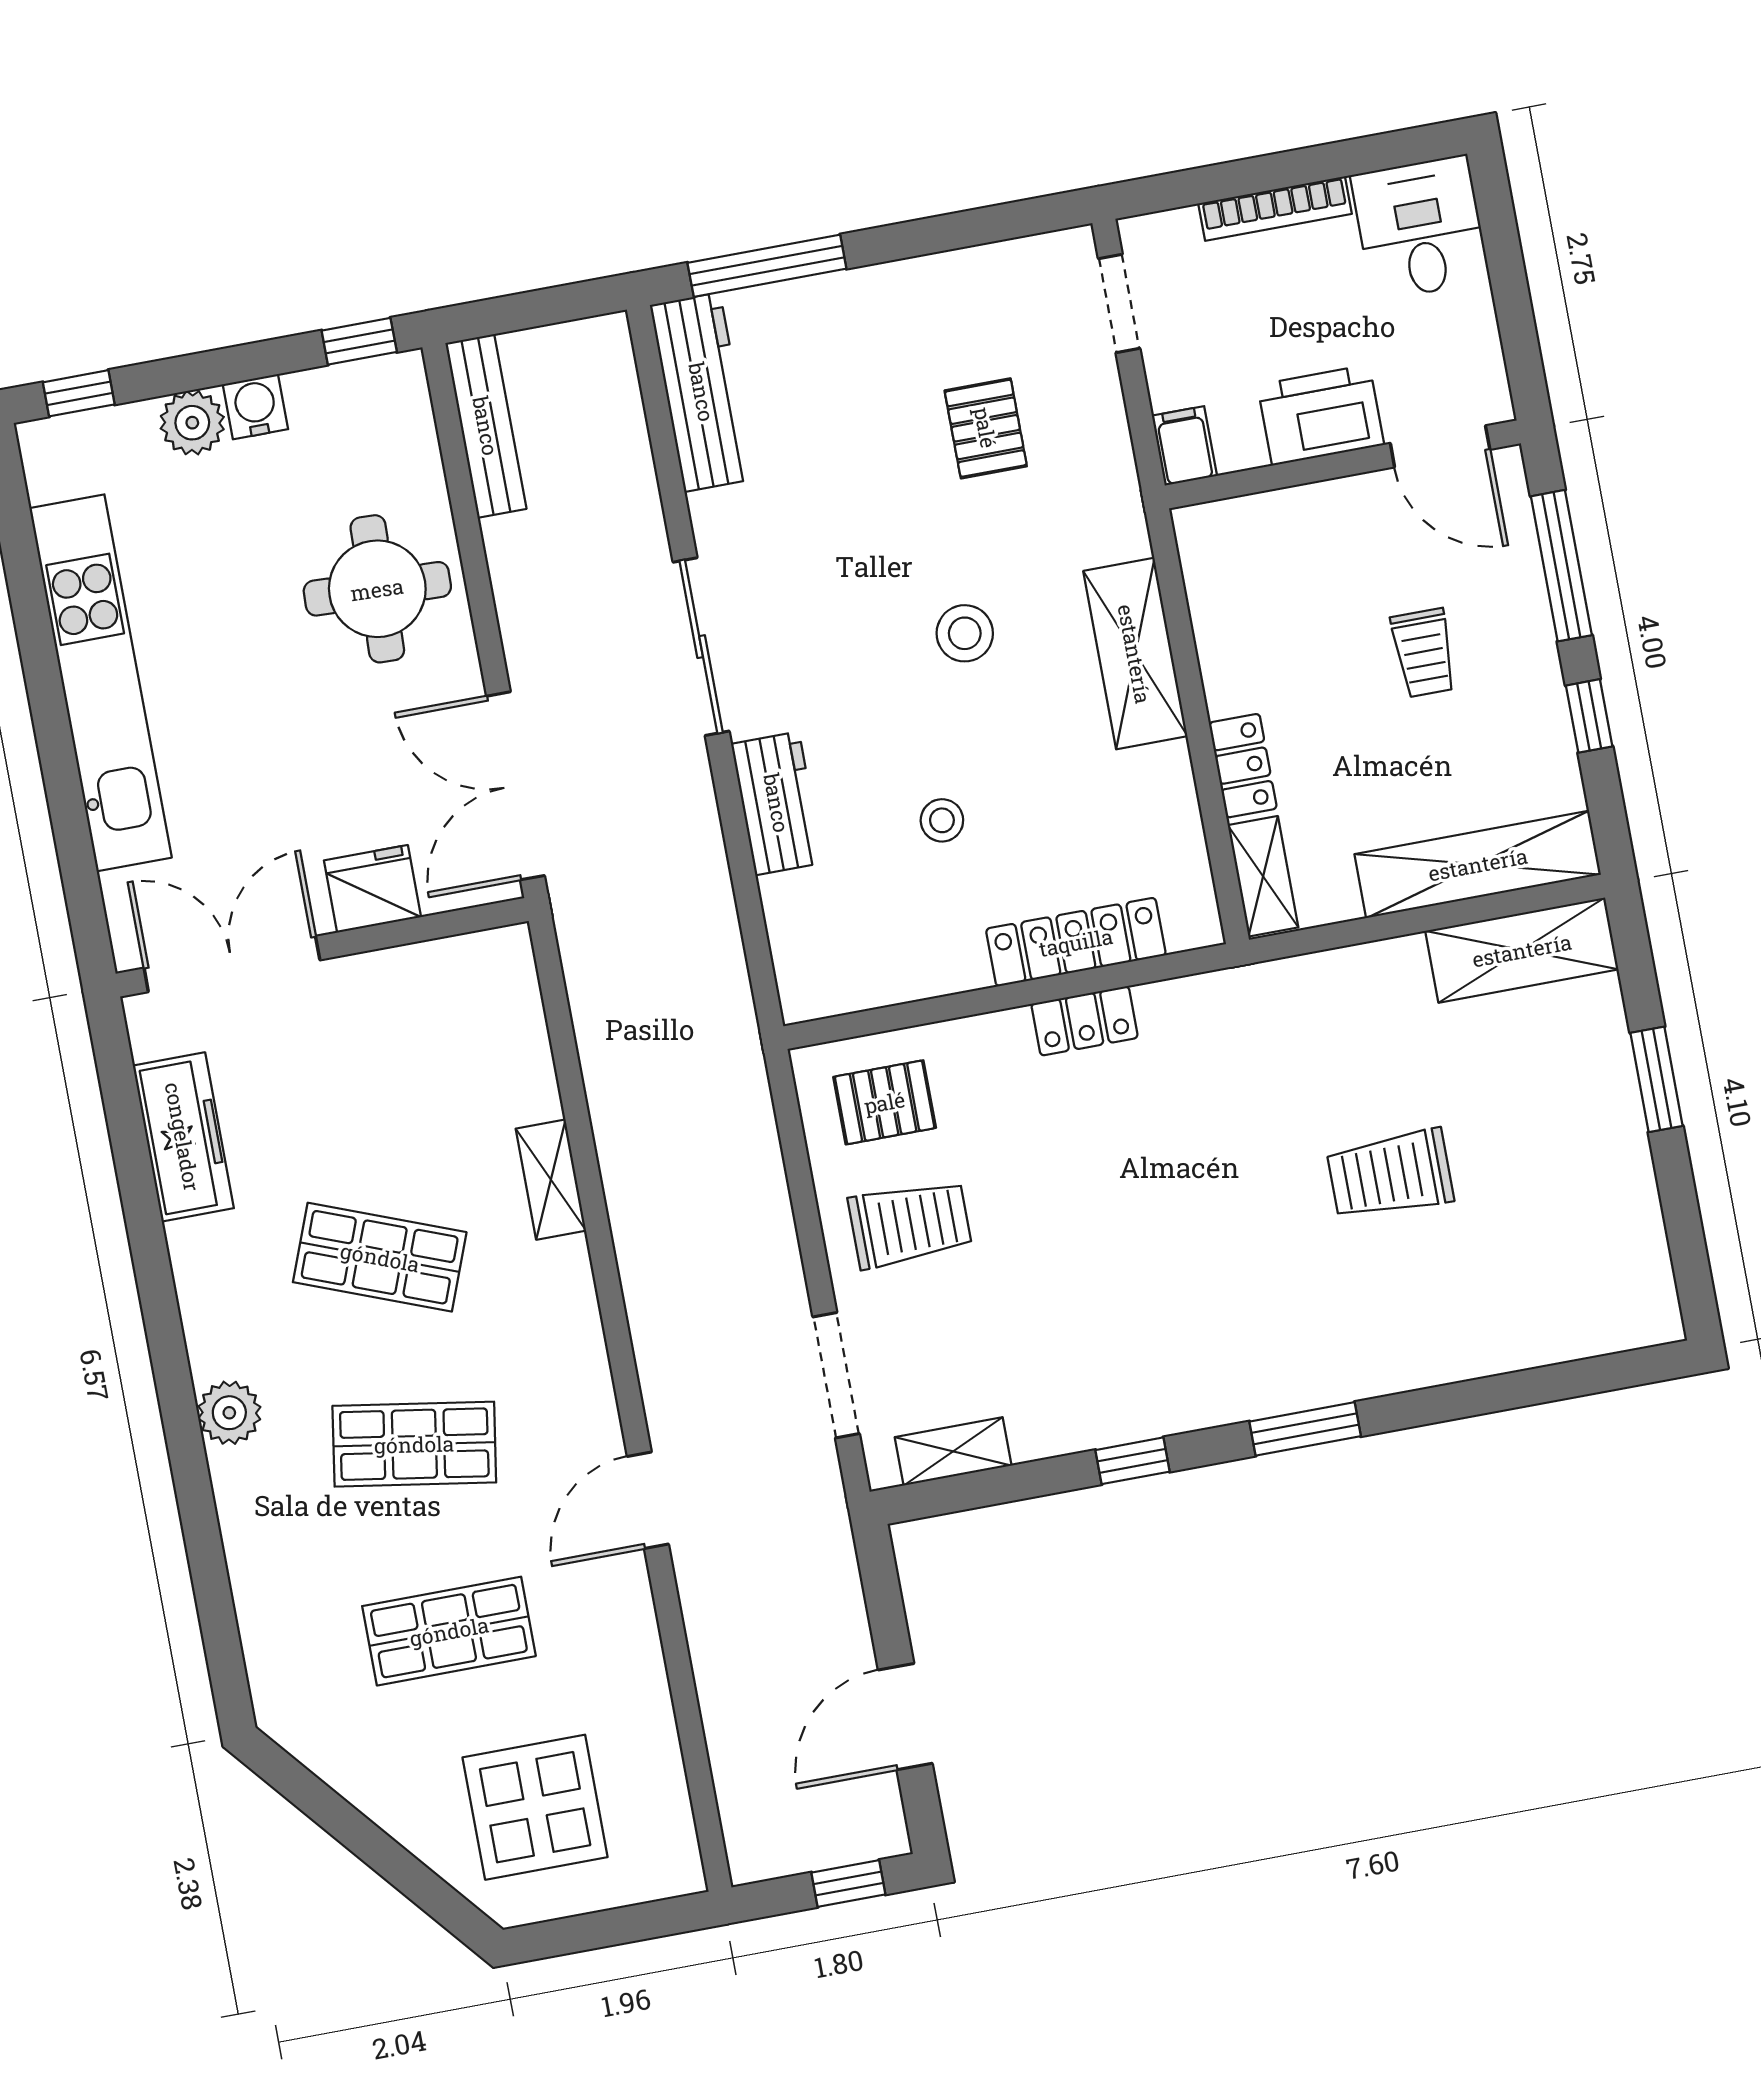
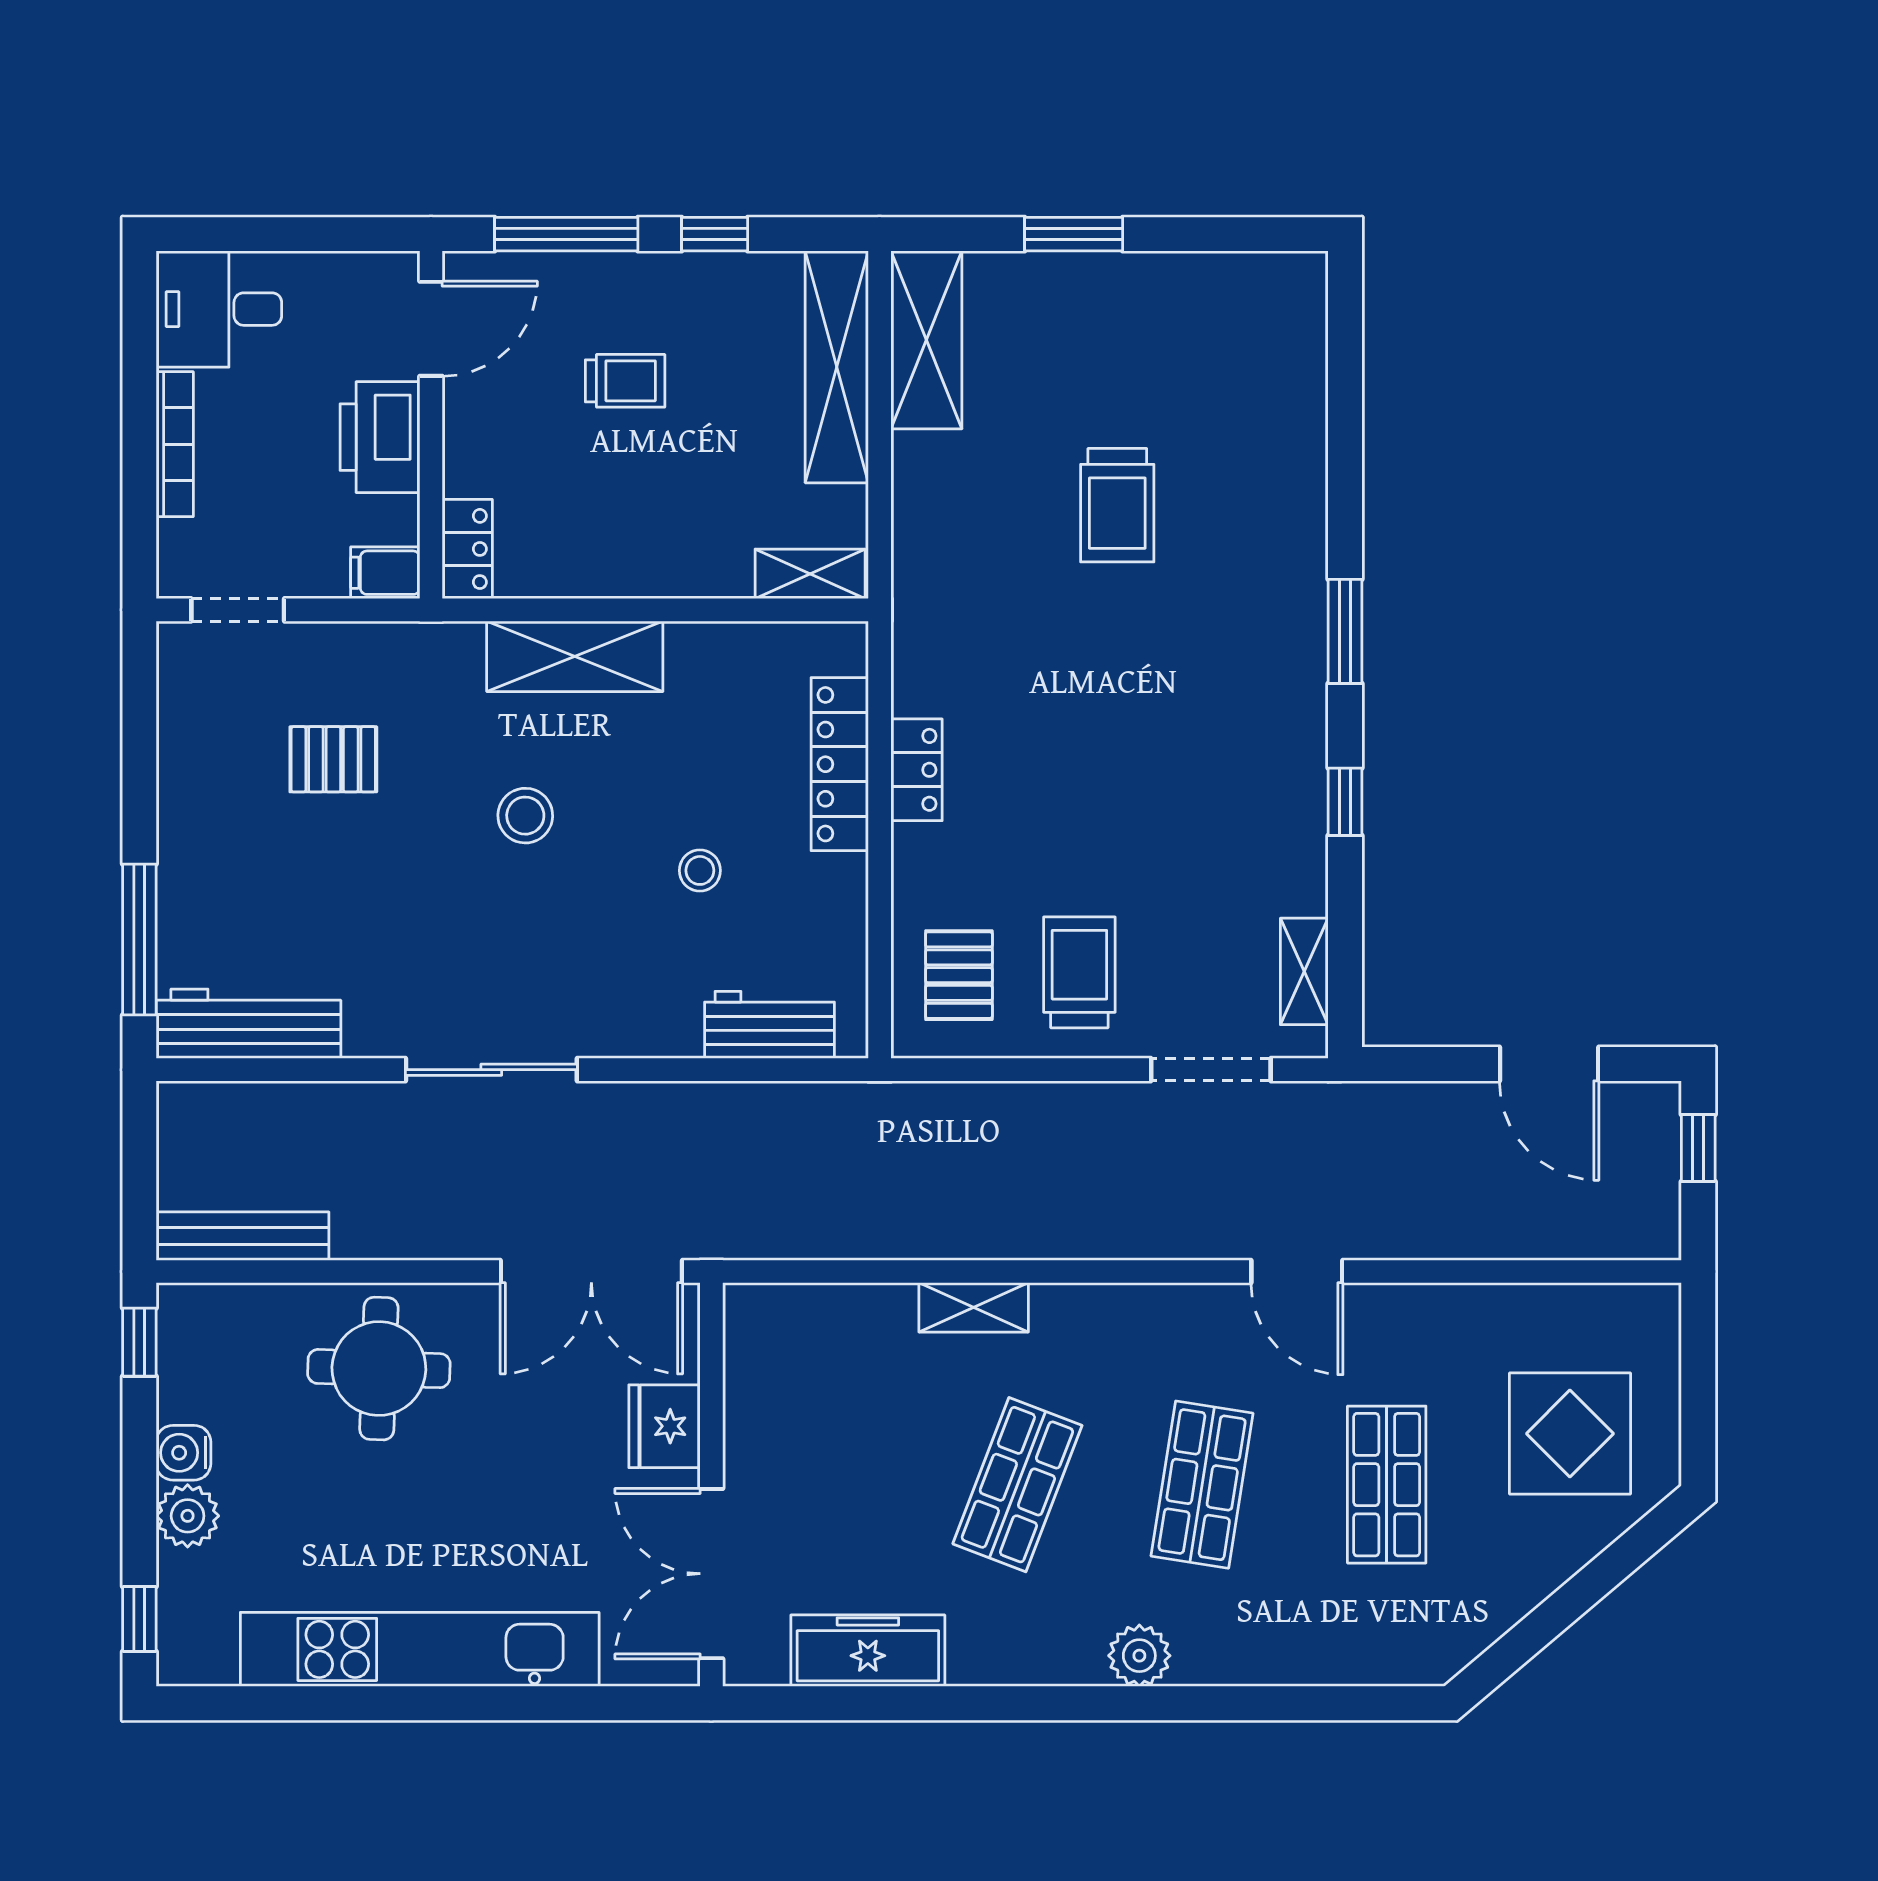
locker: (1243, 766) -> (467, 549), moved, turned 90
workbench: (777, 803) -> (770, 1025), moved

